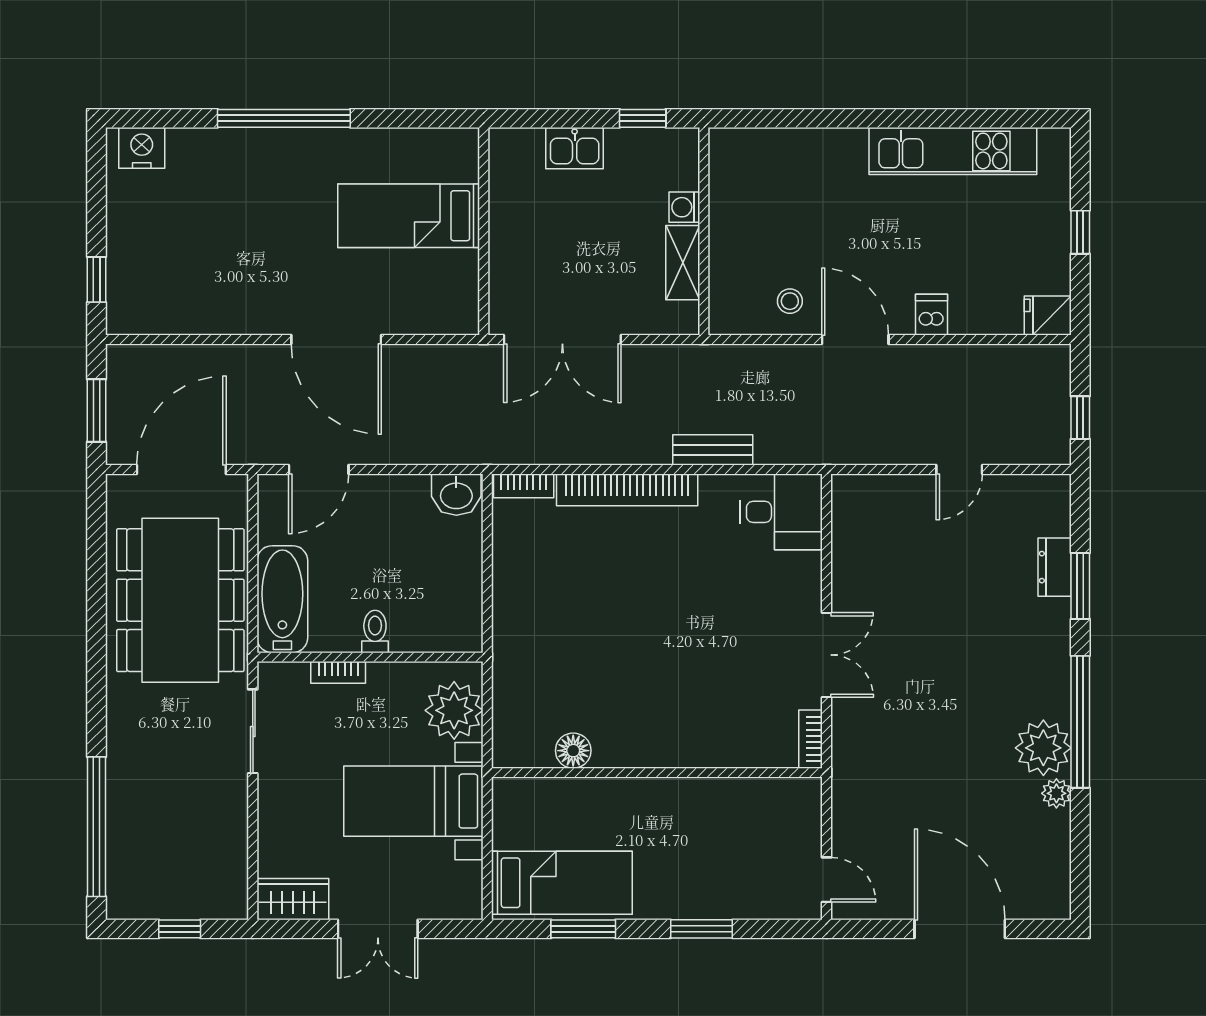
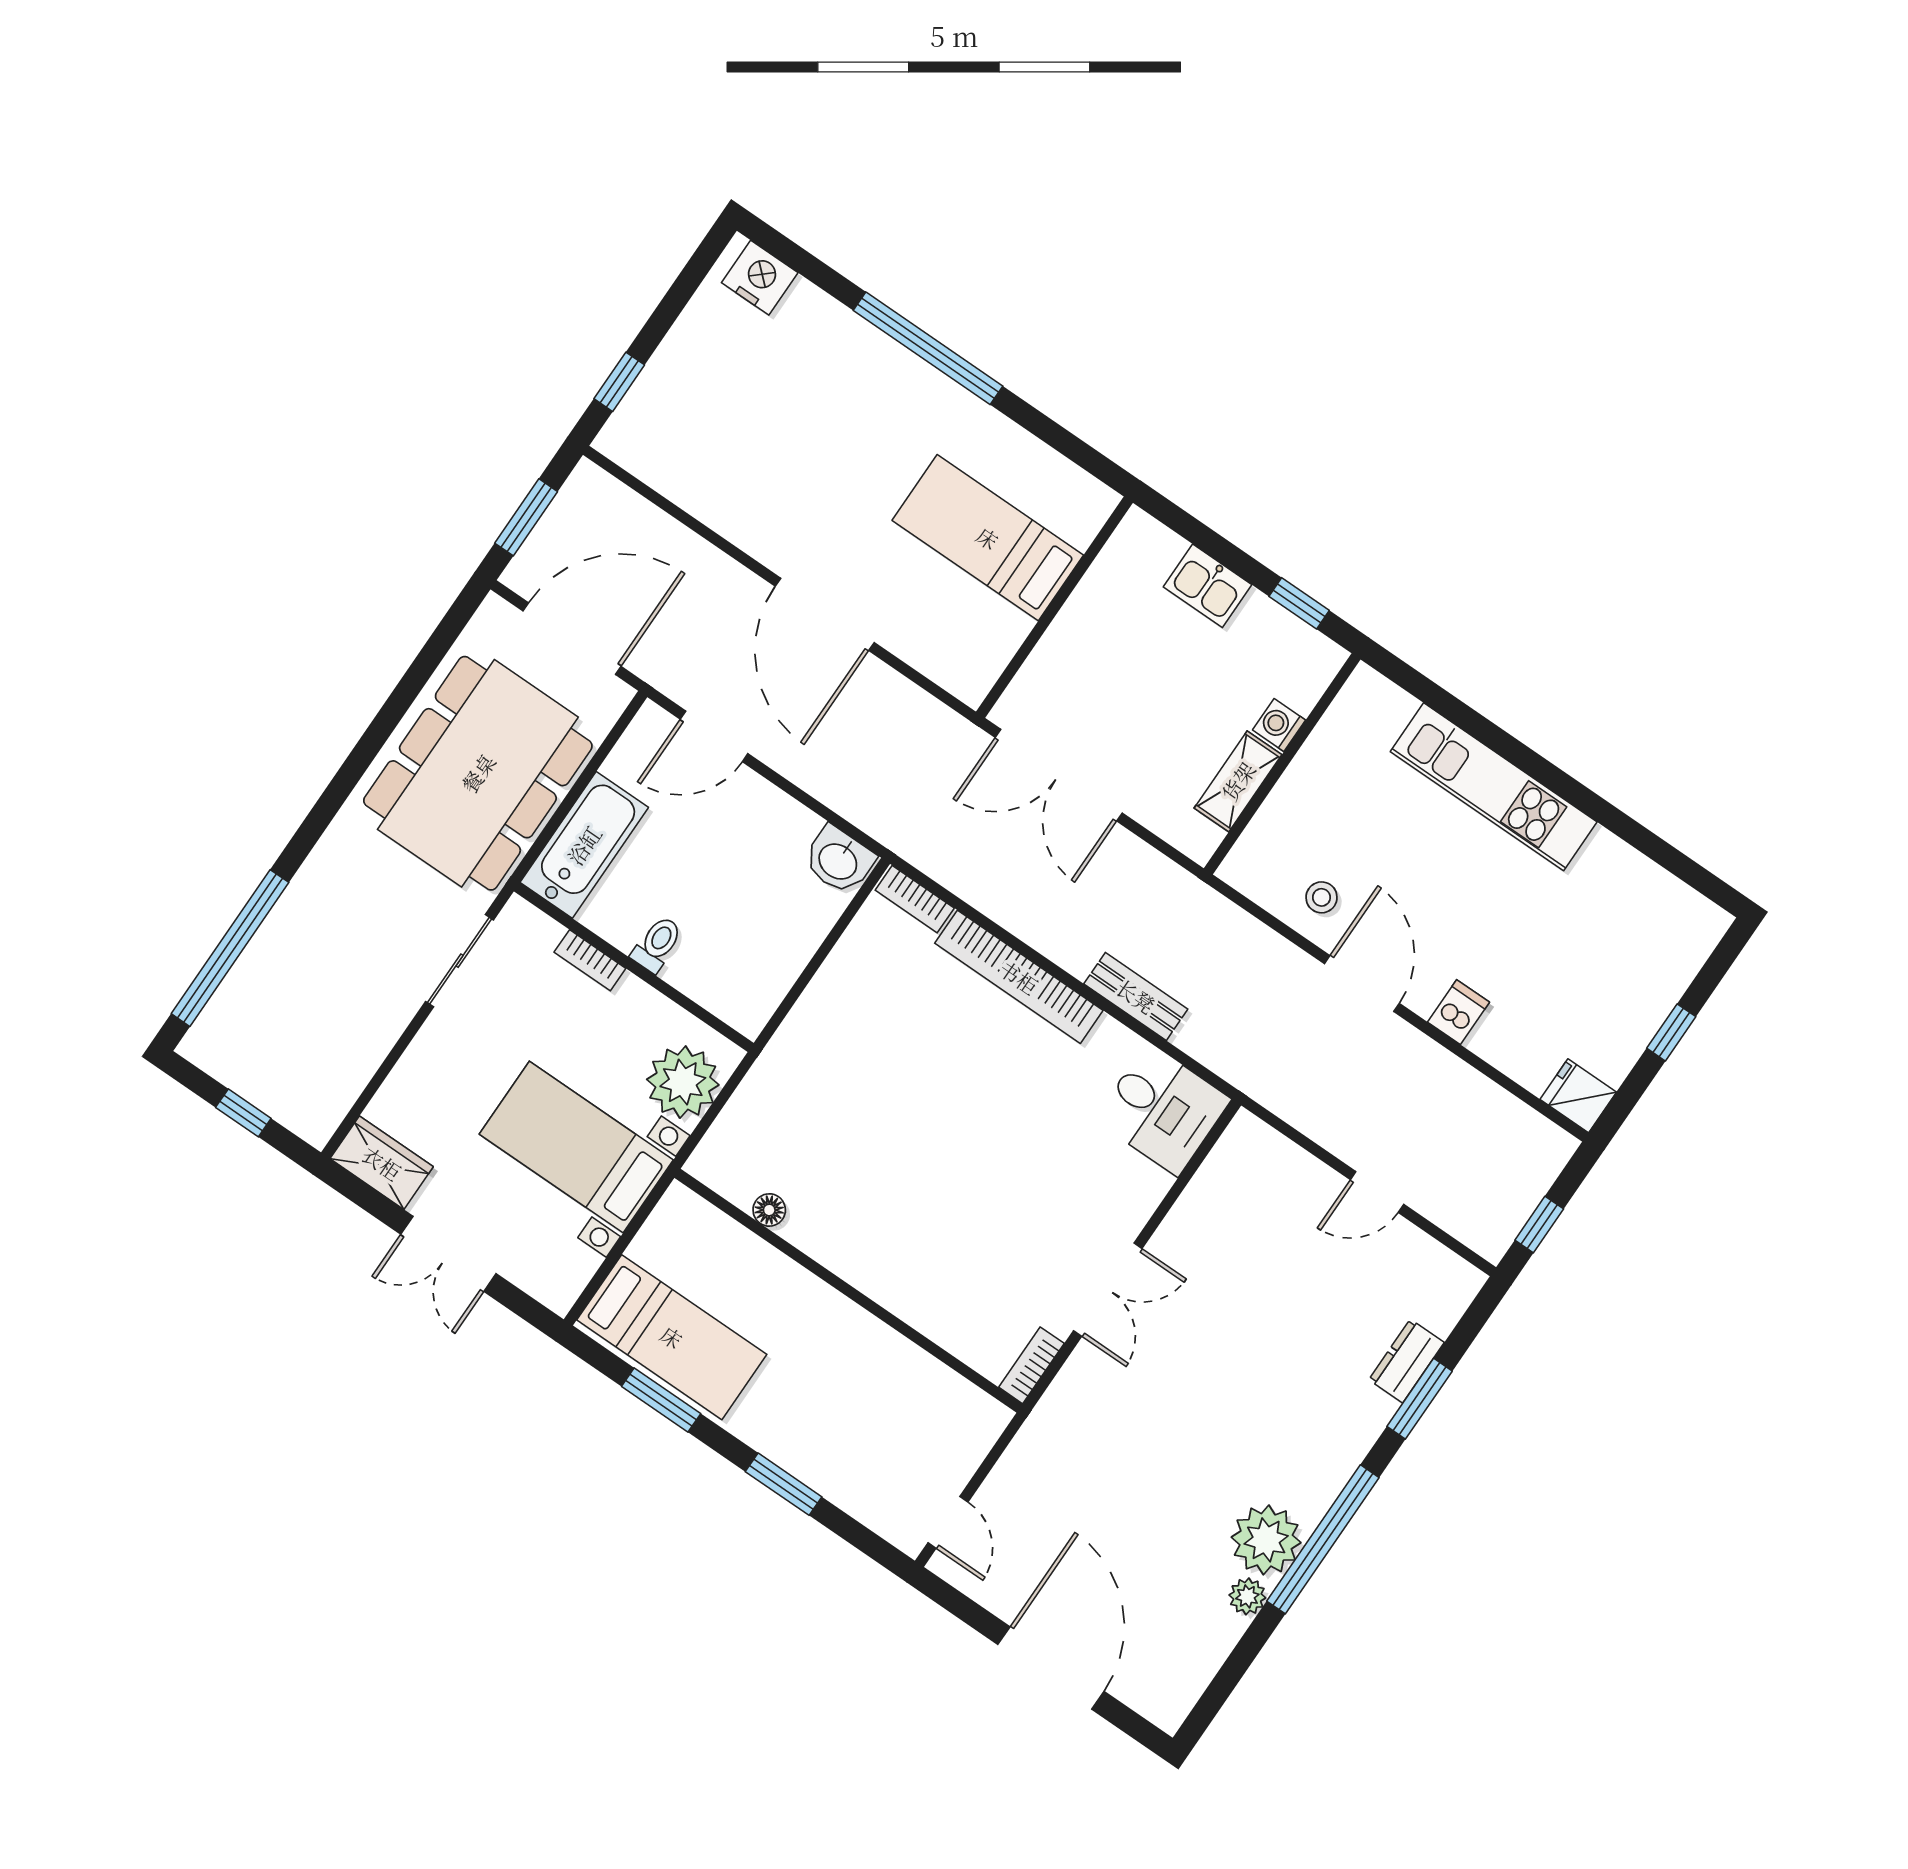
kitchen unit: (953, 151) -> (1494, 787), moved
floor lamp: (573, 751) -> (769, 1210), width x0.73, depth x0.73

